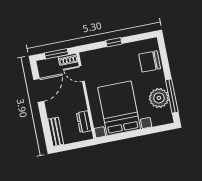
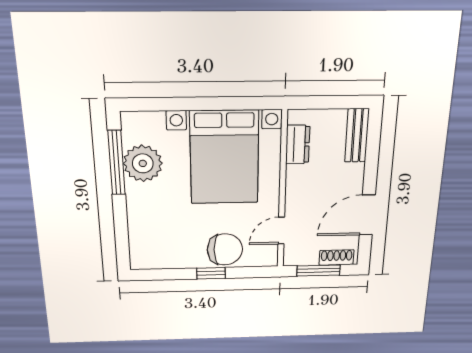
shoe rack: (68, 59) -> (337, 257), moved
chair: (150, 61) -> (225, 249), moved
door: (82, 74) -> (281, 231), swing flipped

